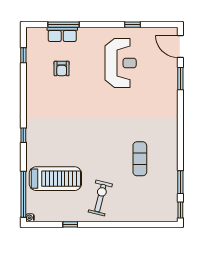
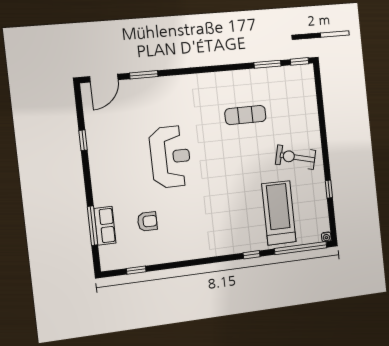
reception desk: (121, 63) -> (170, 157), moved, turned 90
window: (23, 135) -> (251, 255), moved

